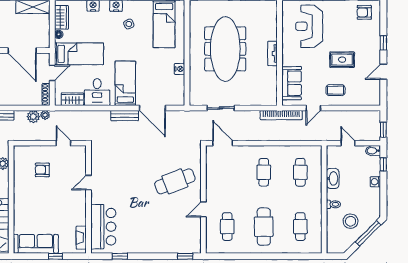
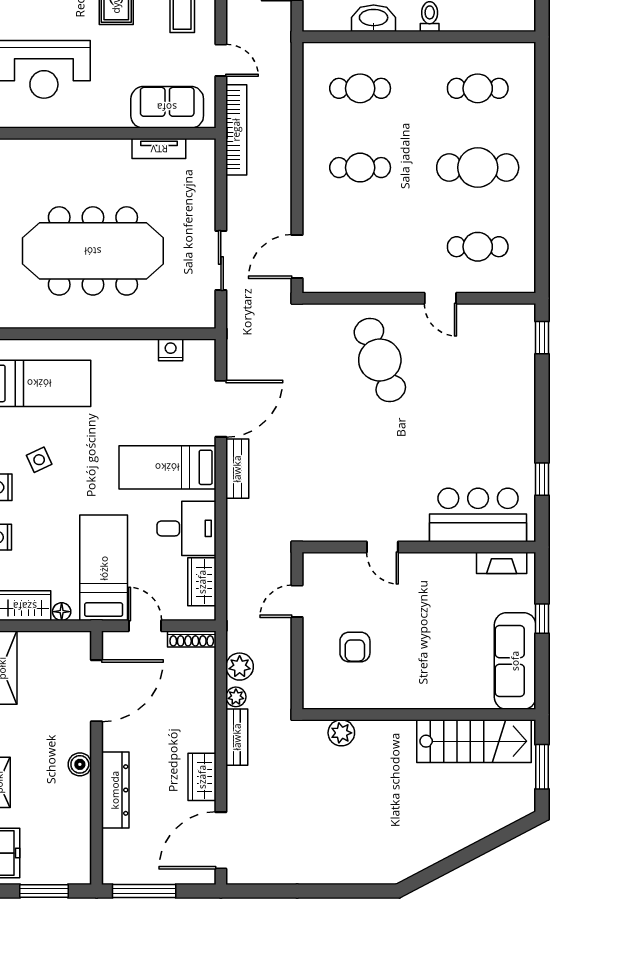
tv unit: (273, 53) -> (159, 149), moved
nightstand: (180, 69) -> (171, 350), moved
plant: (45, 115) -> (236, 697), moved

